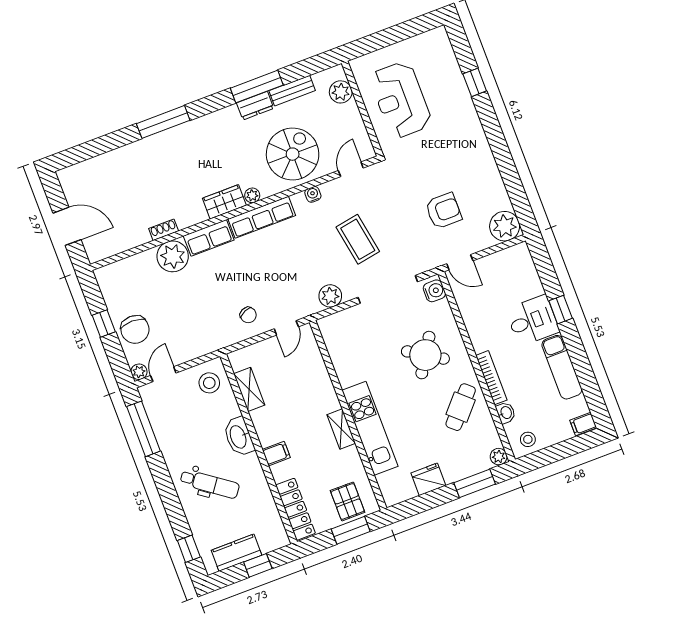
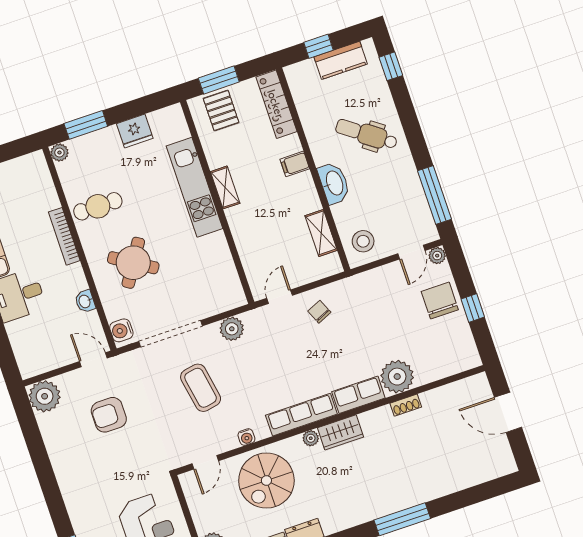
cafe table: (461, 407) -> (98, 206), turned 48
washbasin: (506, 413) -> (85, 301), moved
stool: (528, 439) -> (28, 170), removed

